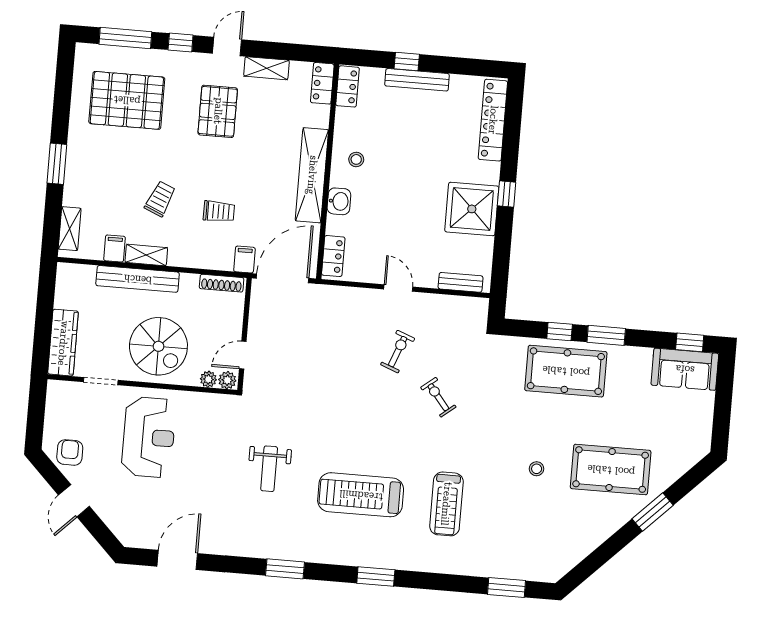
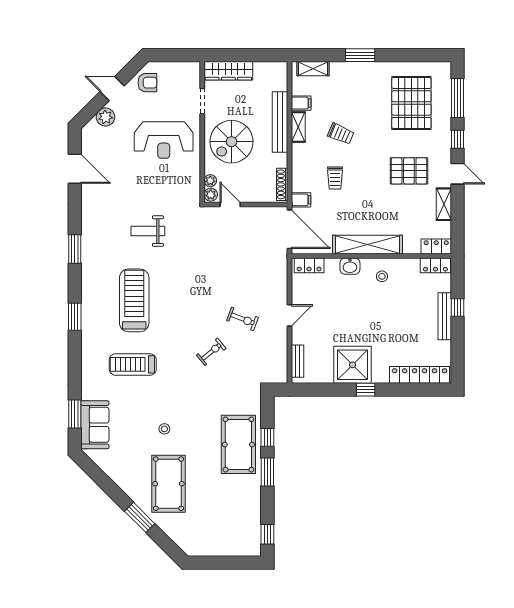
sofa: (685, 369) -> (95, 425), moved, turned 180
plant: (111, 513) -> (106, 117), added

